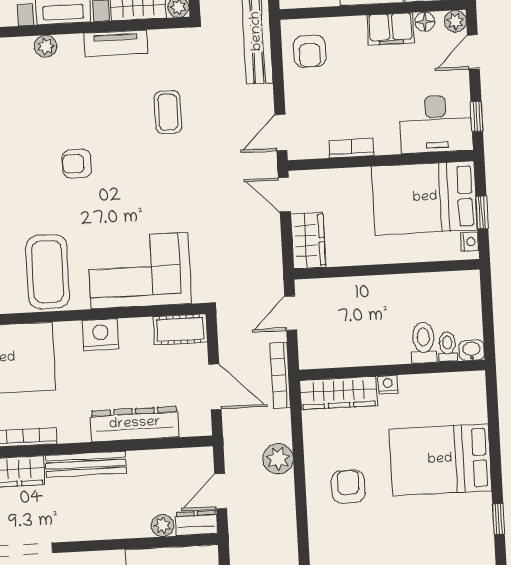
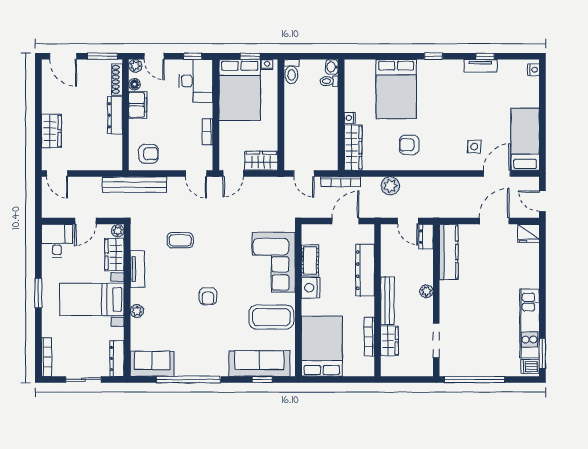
cot: (180, 329) -> (310, 260), moved
toilet: (424, 343) -> (291, 72), moved, turned -90
plant: (162, 526) -> (426, 291), moved

